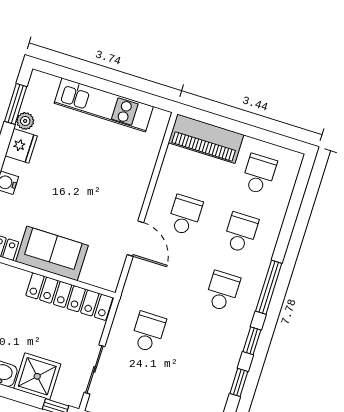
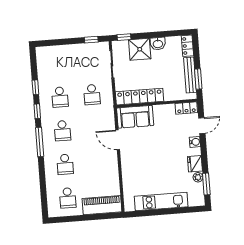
school desk: (185, 215) -> (60, 97), moved
sofa: (52, 253) -> (135, 117), moved

